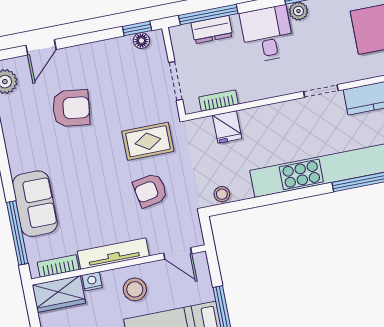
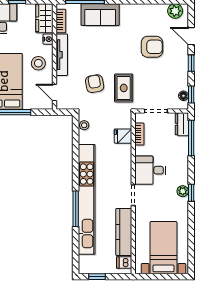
dresser: (212, 30) -> (182, 124), moved
desk: (267, 34) -> (150, 170), moved, turned 180
window: (85, 39) -> (191, 63), added
armchair: (71, 108) -> (152, 47), turned -97
door: (178, 253) -> (55, 92), hinge flipped

